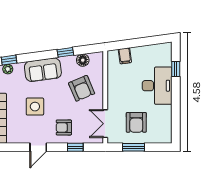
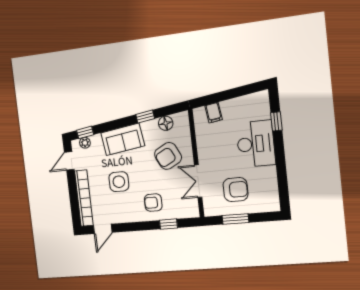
armchair: (82, 88) -> (168, 156), turned 86
armchair: (136, 122) -> (235, 190), turned -90
double door: (105, 124) -> (198, 181), moved
door: (38, 147) -> (103, 229), moved

